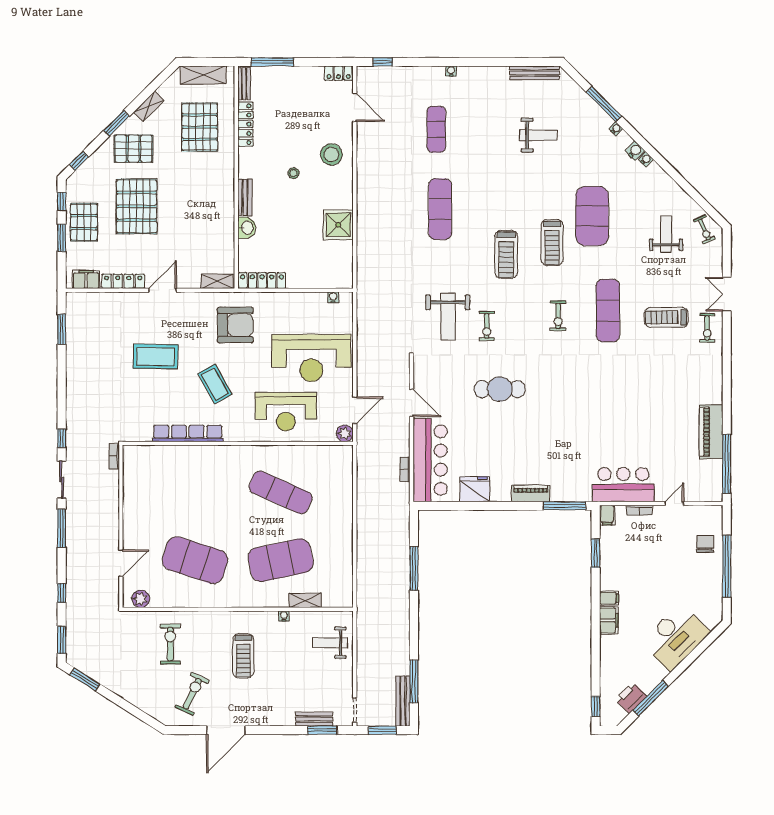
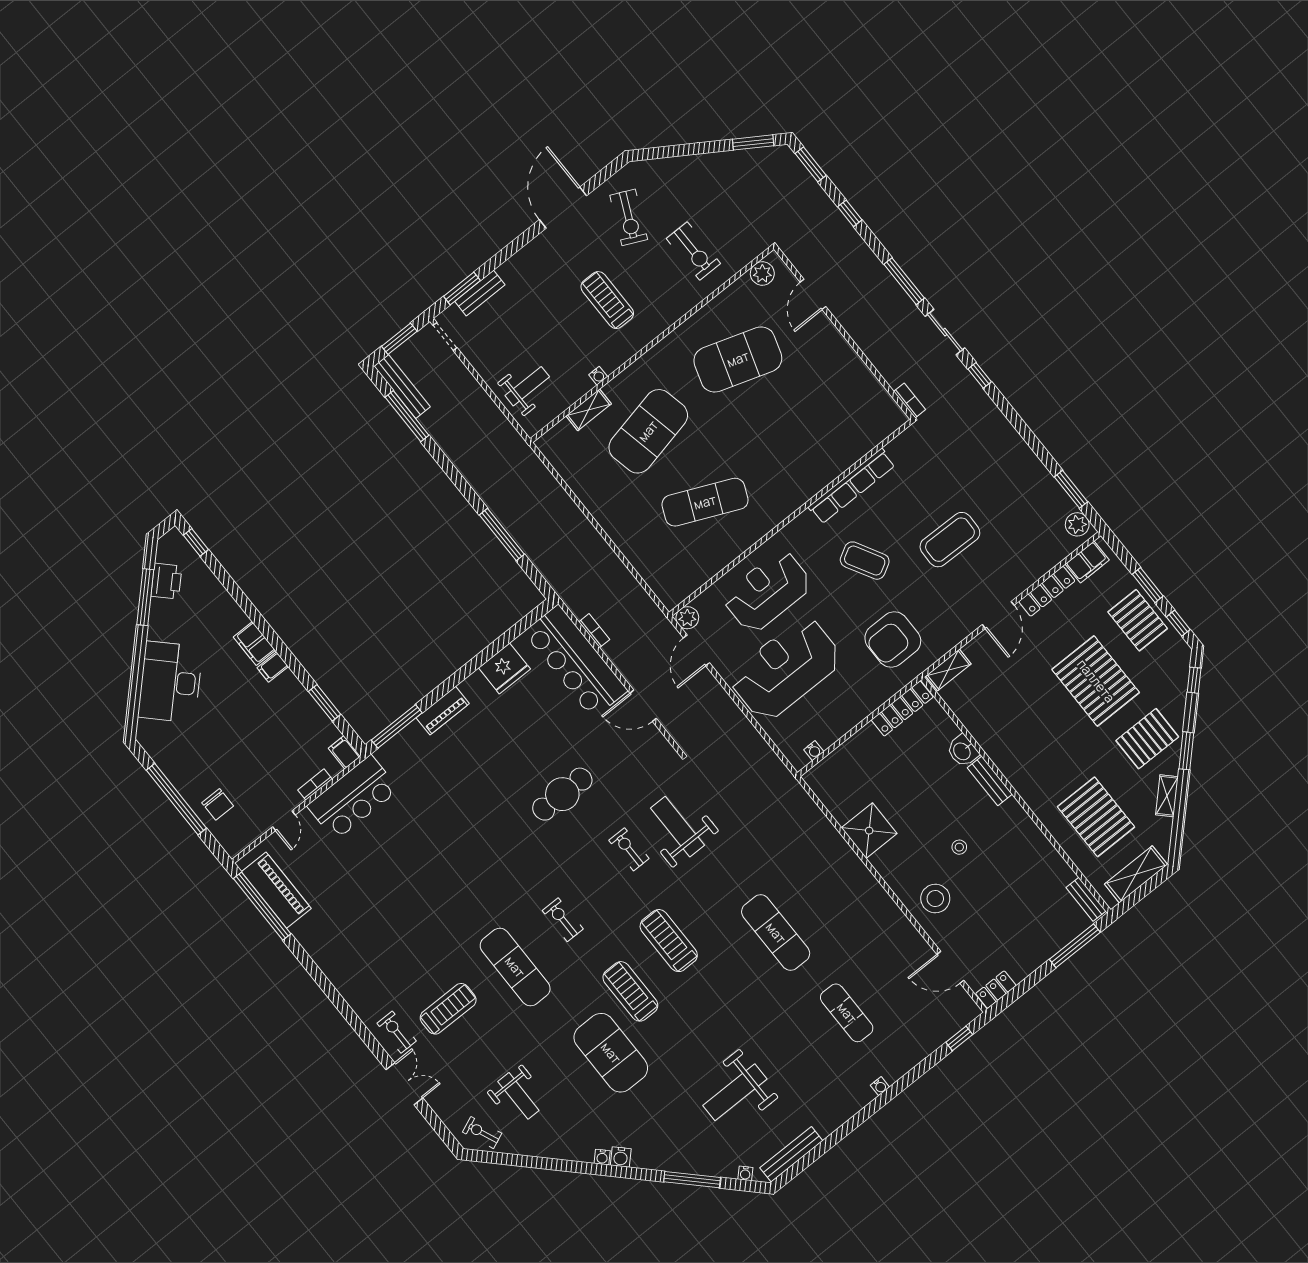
locker: (245, 124) -> (1051, 858), removed
water cooler: (616, 129) -> (745, 1173), moved
weight bench: (538, 135) -> (735, 1092), width x1.36, depth x1.33
plant: (74, 306) -> (1077, 524), added
piano: (711, 432) -> (276, 890), moved

